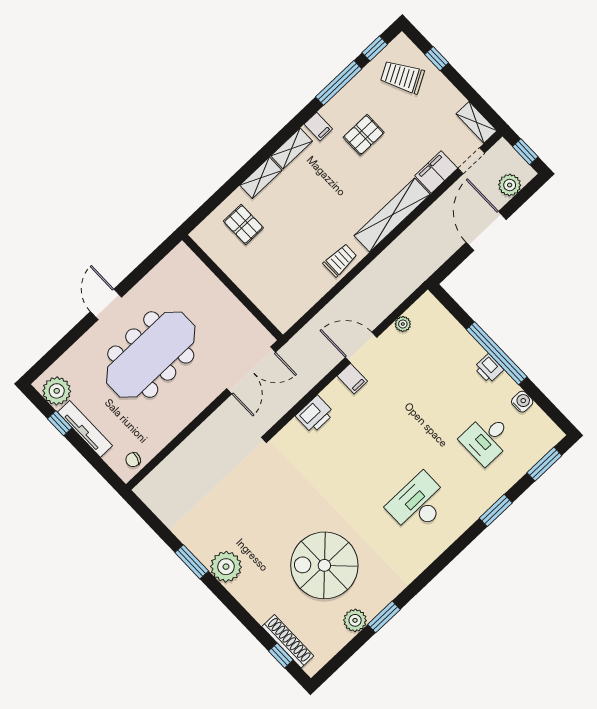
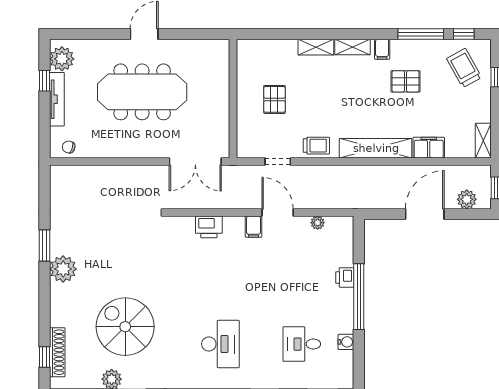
doorway: (471, 161) -> (278, 161), moved
pallet: (243, 225) -> (274, 99), moved
printer: (489, 369) -> (345, 277), moved
desk: (418, 504) -> (220, 344), turned 90

